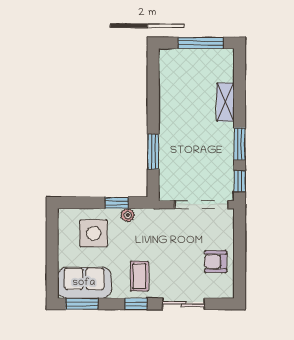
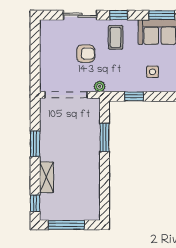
window: (240, 181) -> (35, 203), moved
plant: (128, 215) -> (100, 86), moved
side table: (94, 233) -> (152, 72), width x0.54, depth x0.54
armchair: (216, 262) -> (86, 54), moved

